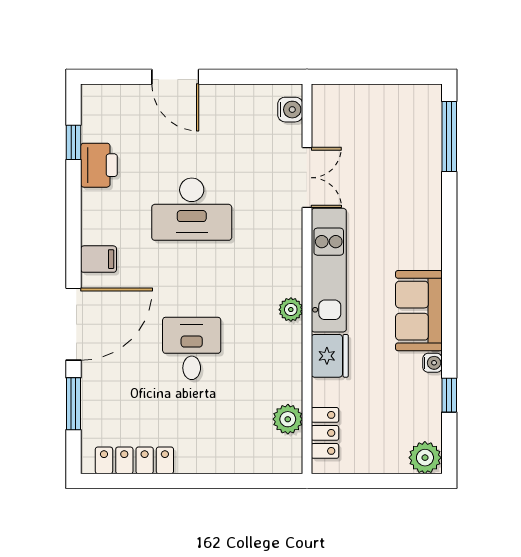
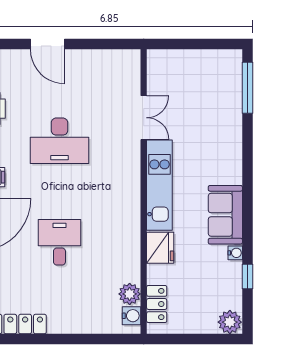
water cooler: (290, 110) -> (131, 316), moved
plant: (291, 310) -> (132, 214), removed

